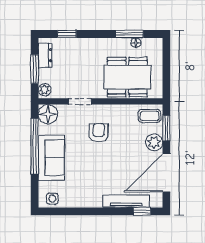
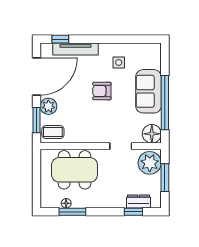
dresser: (45, 55) -> (139, 201), moved, turned 90
plant: (45, 90) -> (150, 163), width x1.88, depth x1.88
armchair: (99, 133) -> (102, 91), moved, turned 90
side table: (52, 199) -> (119, 62), moved

